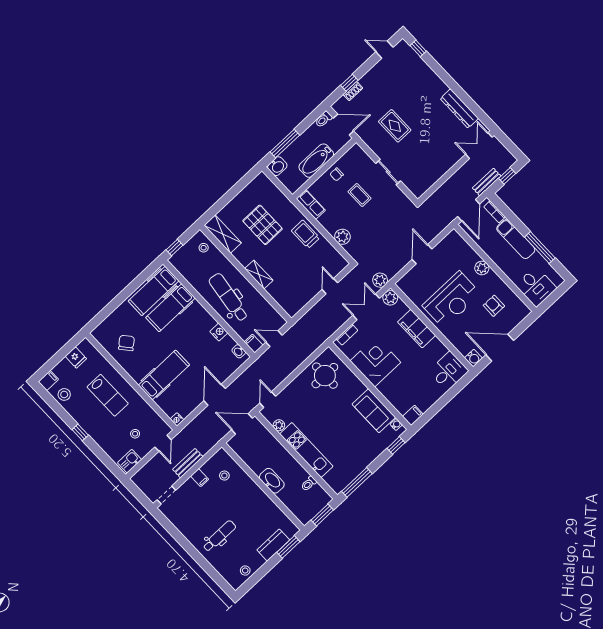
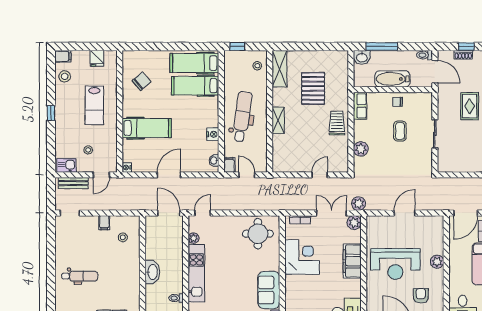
bench: (188, 463) -> (73, 183), moved

